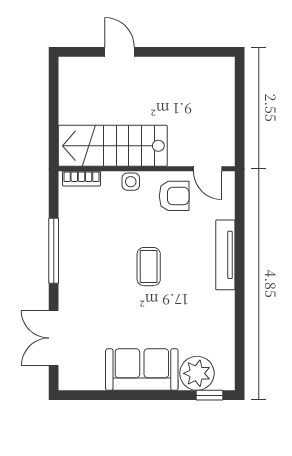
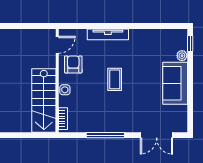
coffee table: (149, 267) -> (115, 79), turned 90
plant: (197, 373) -> (182, 56), width x0.53, depth x0.53

